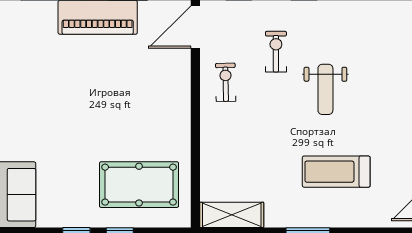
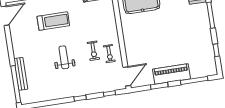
exercise bike: (276, 52) -> (93, 51), moved

